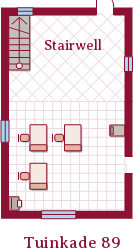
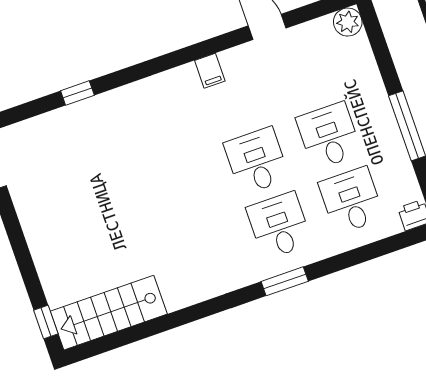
desk: (67, 176) -> (329, 136), added
plant: (118, 204) -> (348, 22), added

